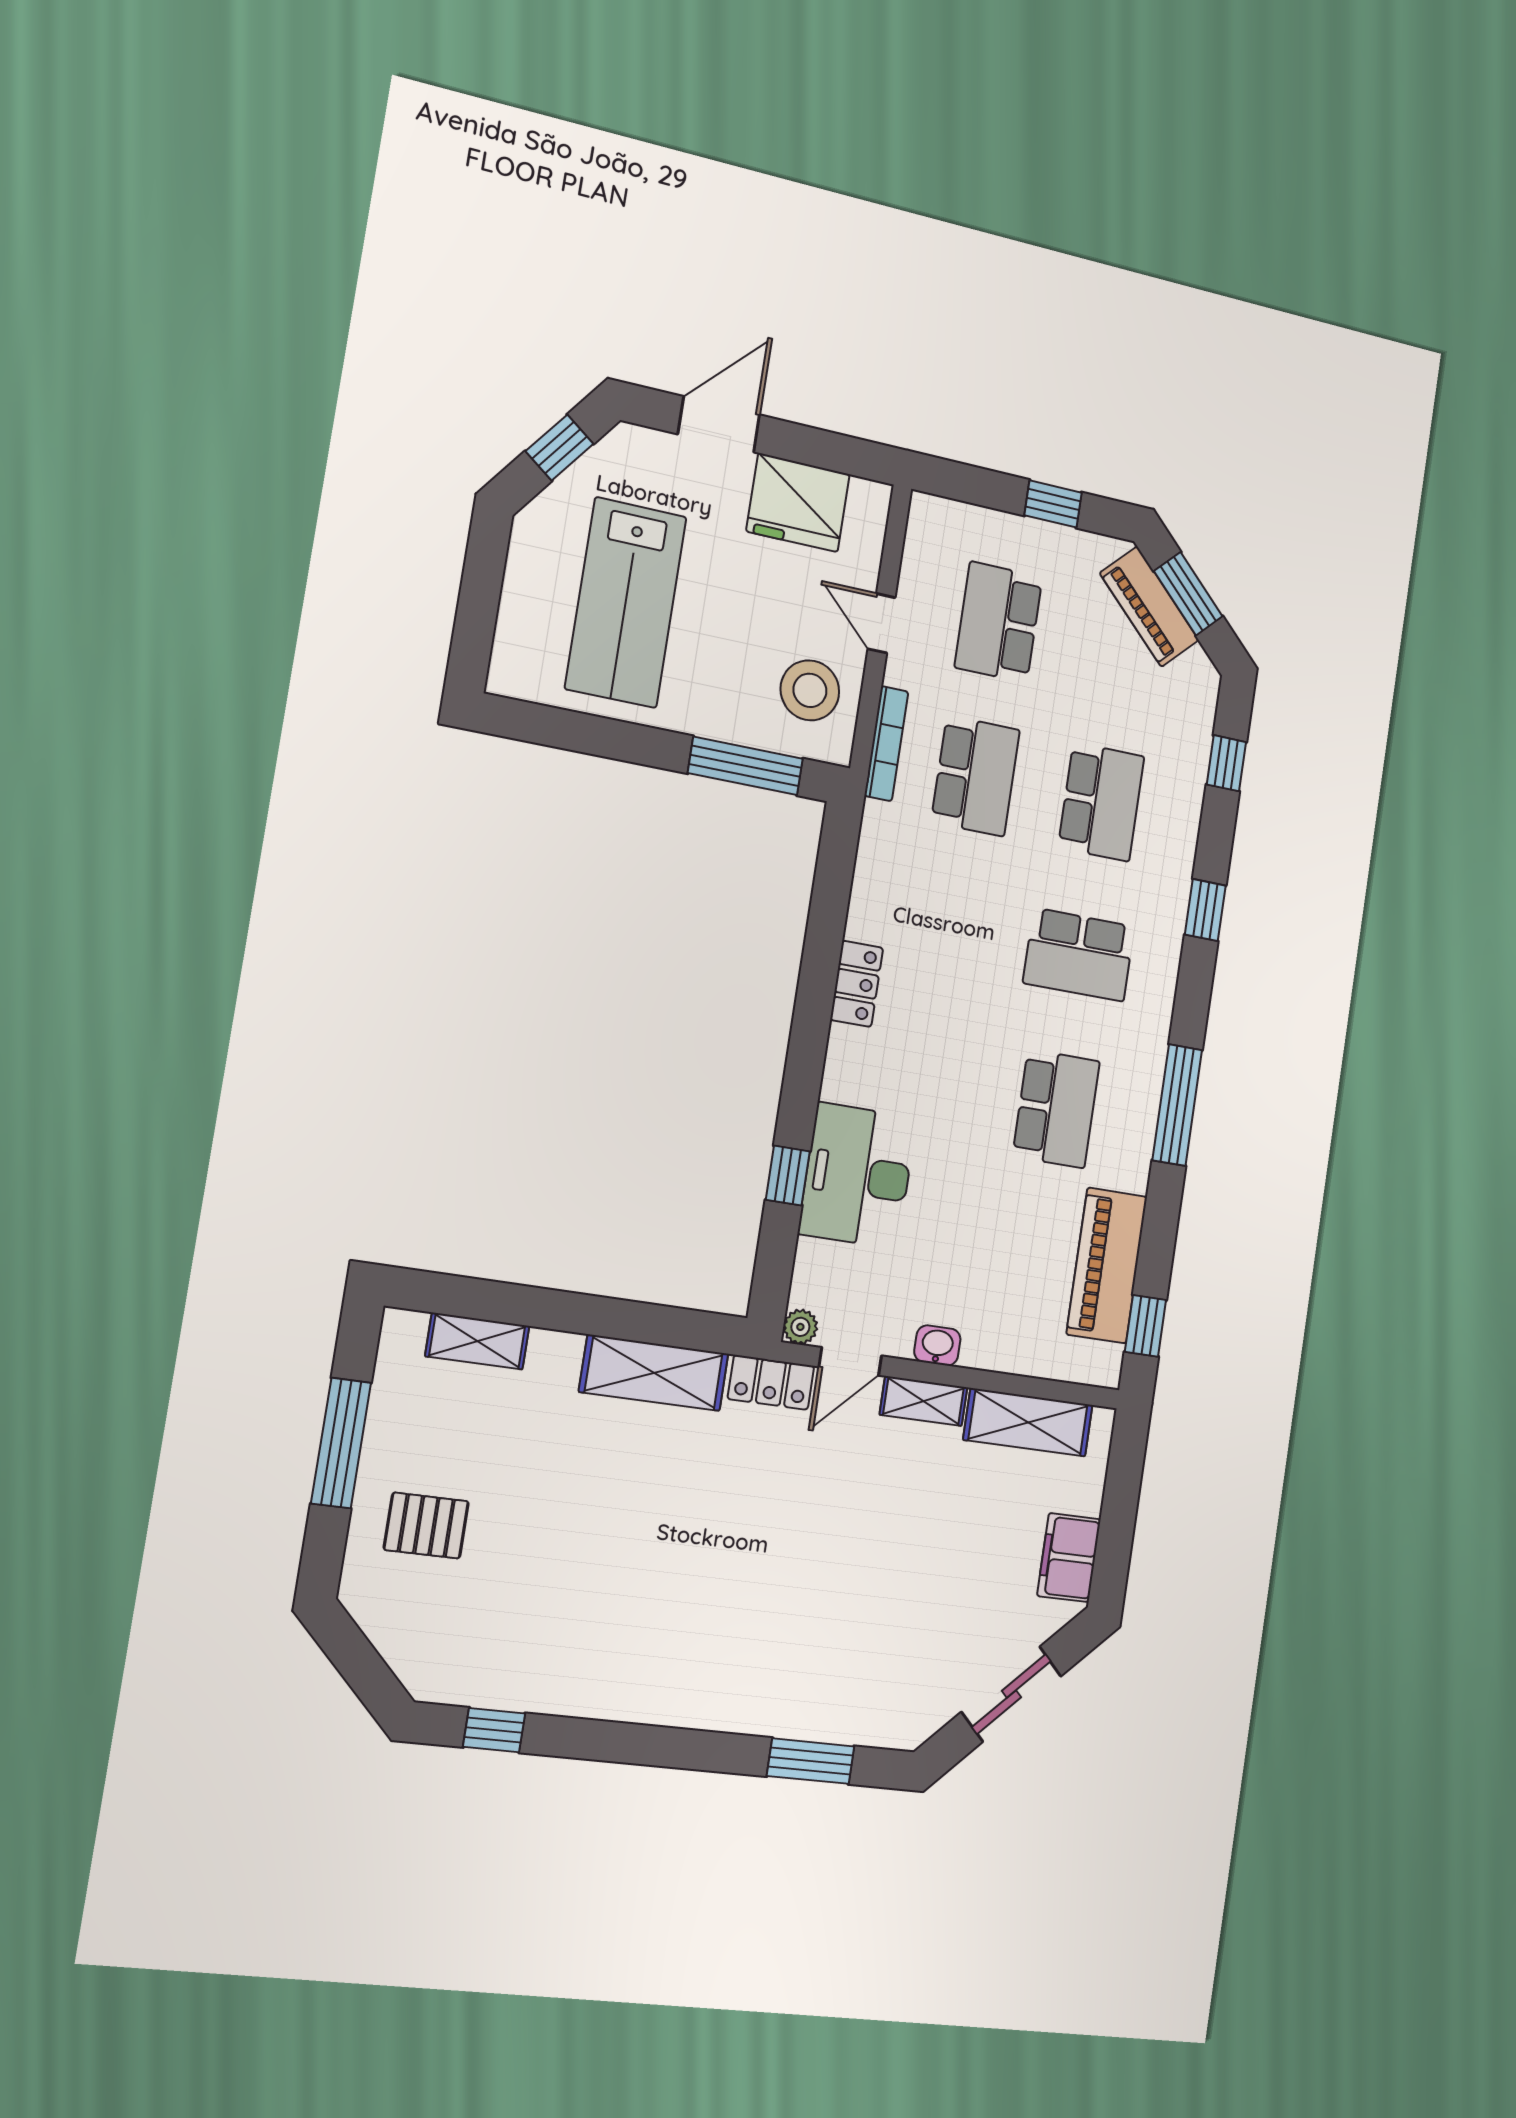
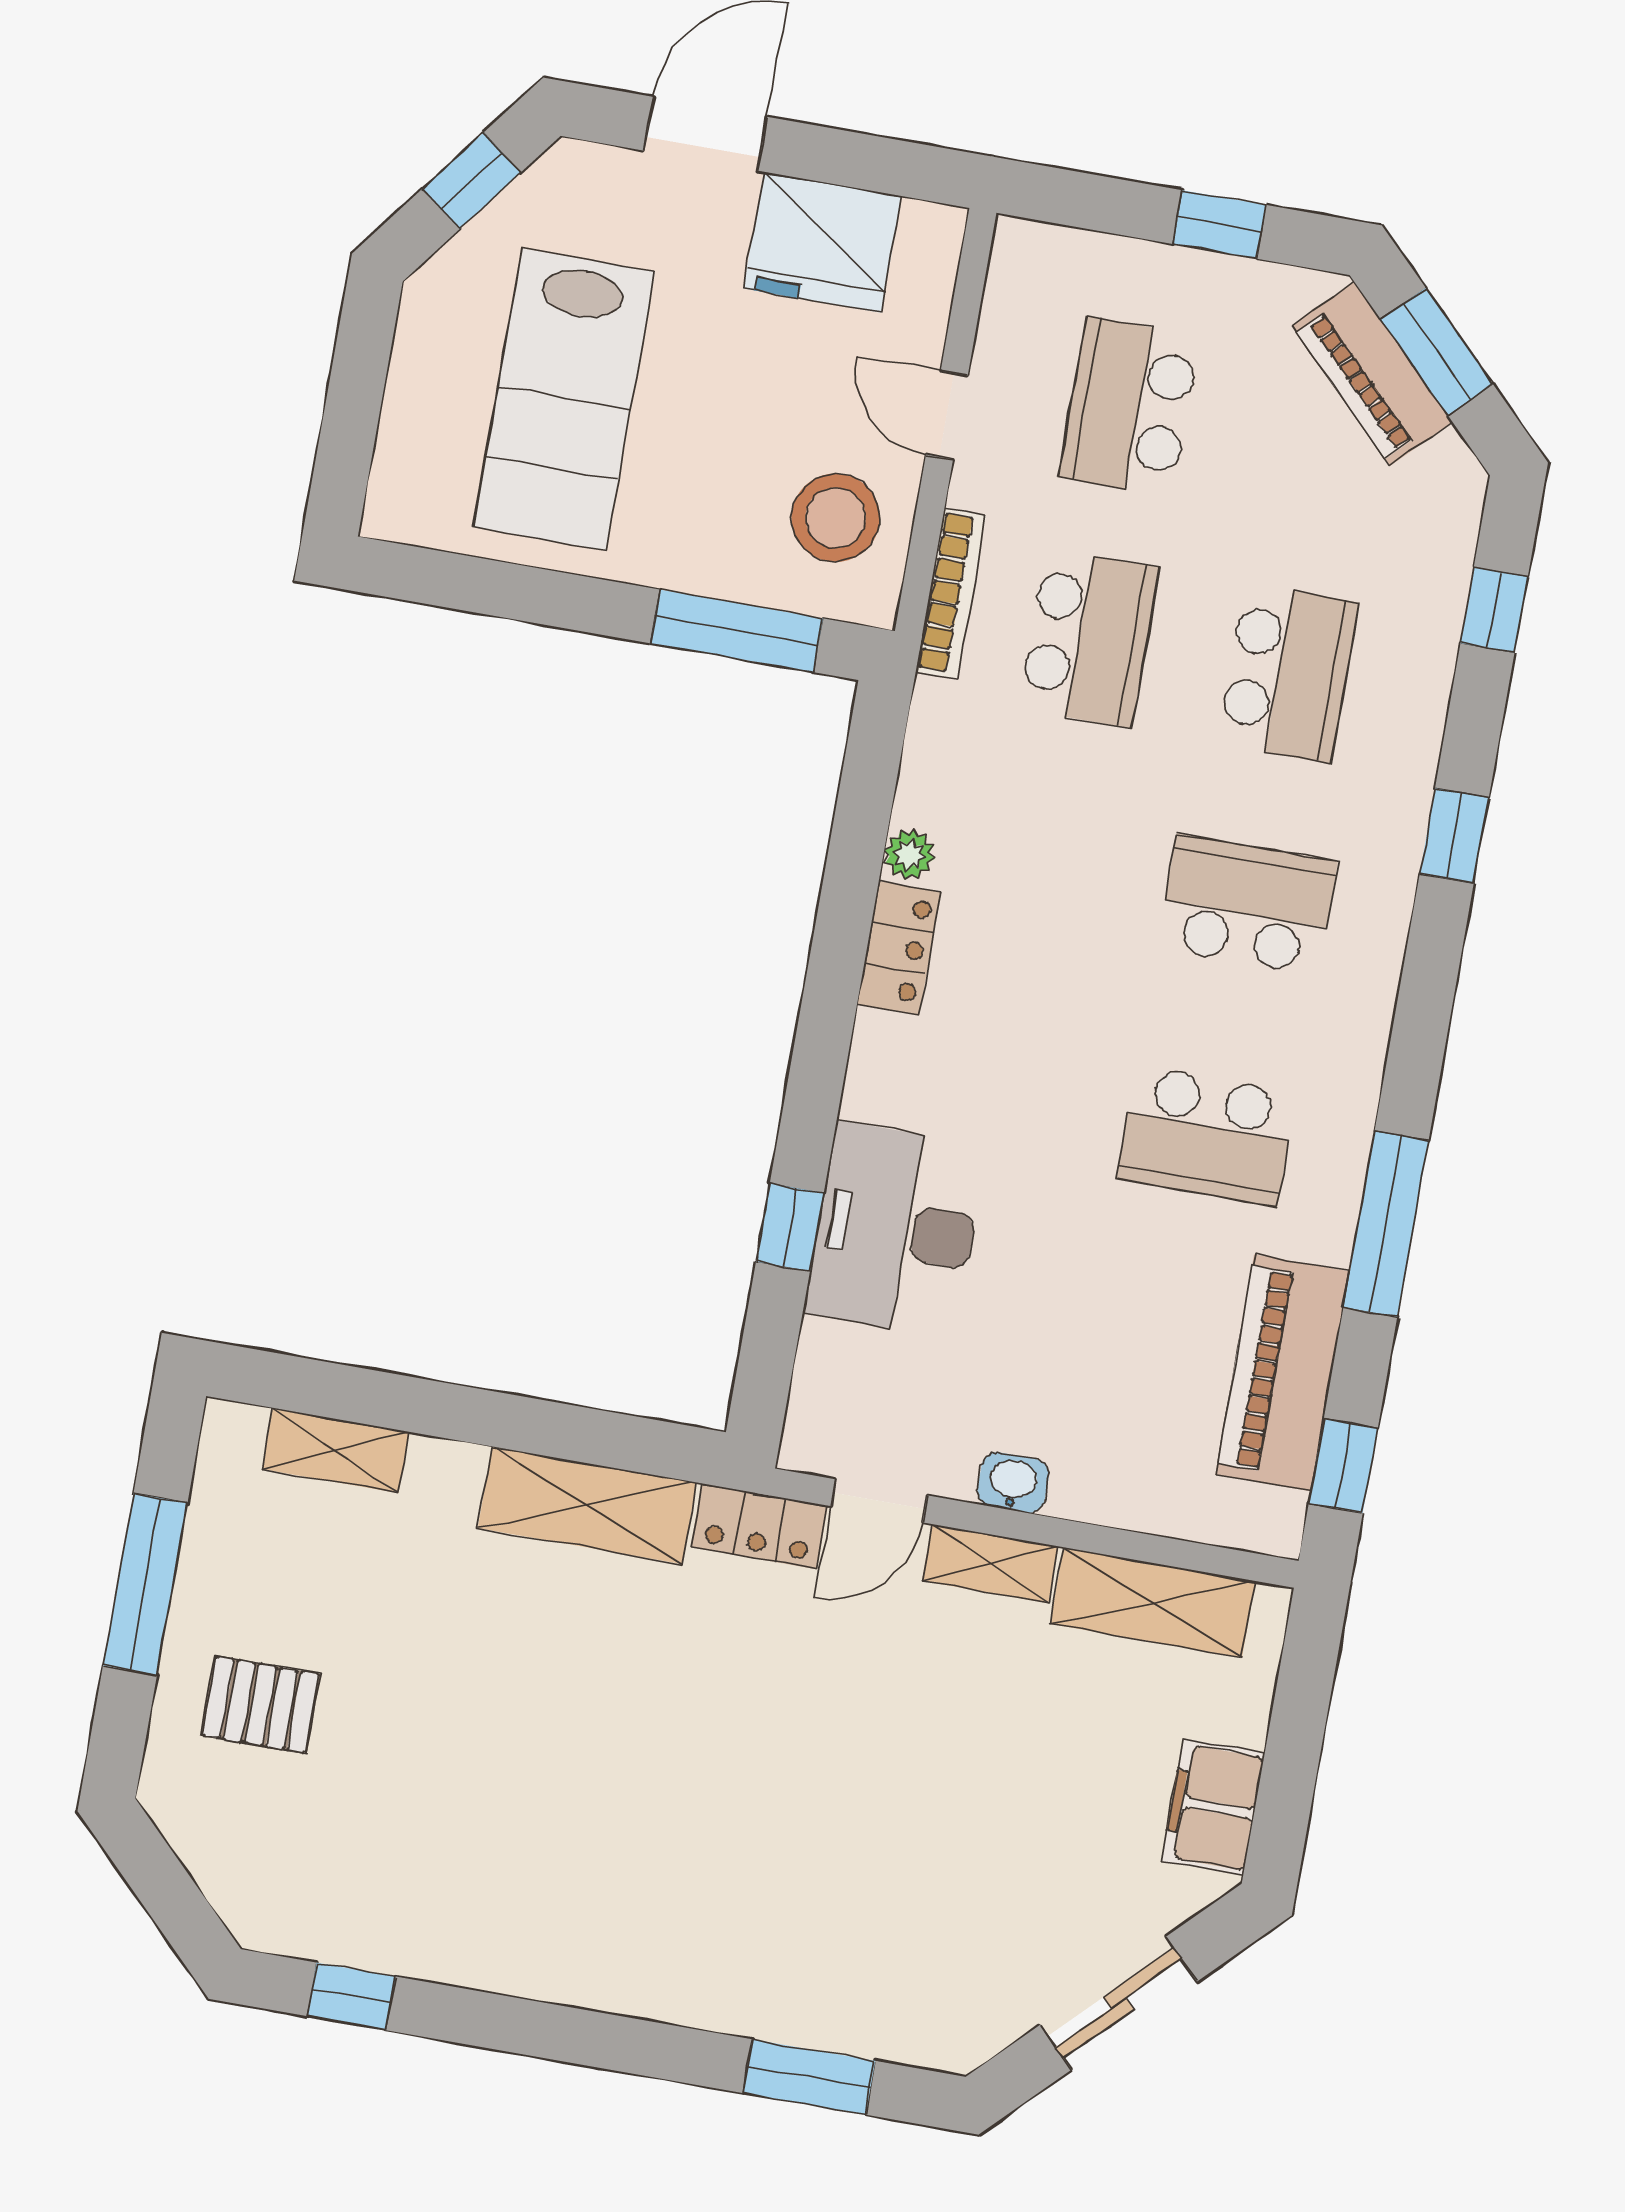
school desk: (1079, 955) -> (1247, 904), turned 180
window: (1177, 1105) -> (1386, 1224), moved
school desk: (1056, 1109) -> (1206, 1136), turned 90
plant: (800, 1327) -> (909, 855), moved

